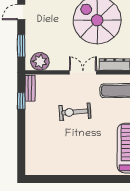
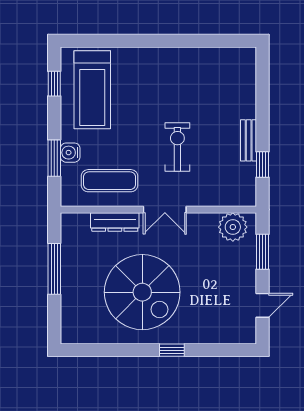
bench: (30, 88) -> (249, 140), moved
exercise bike: (75, 112) -> (177, 147), turned -85

